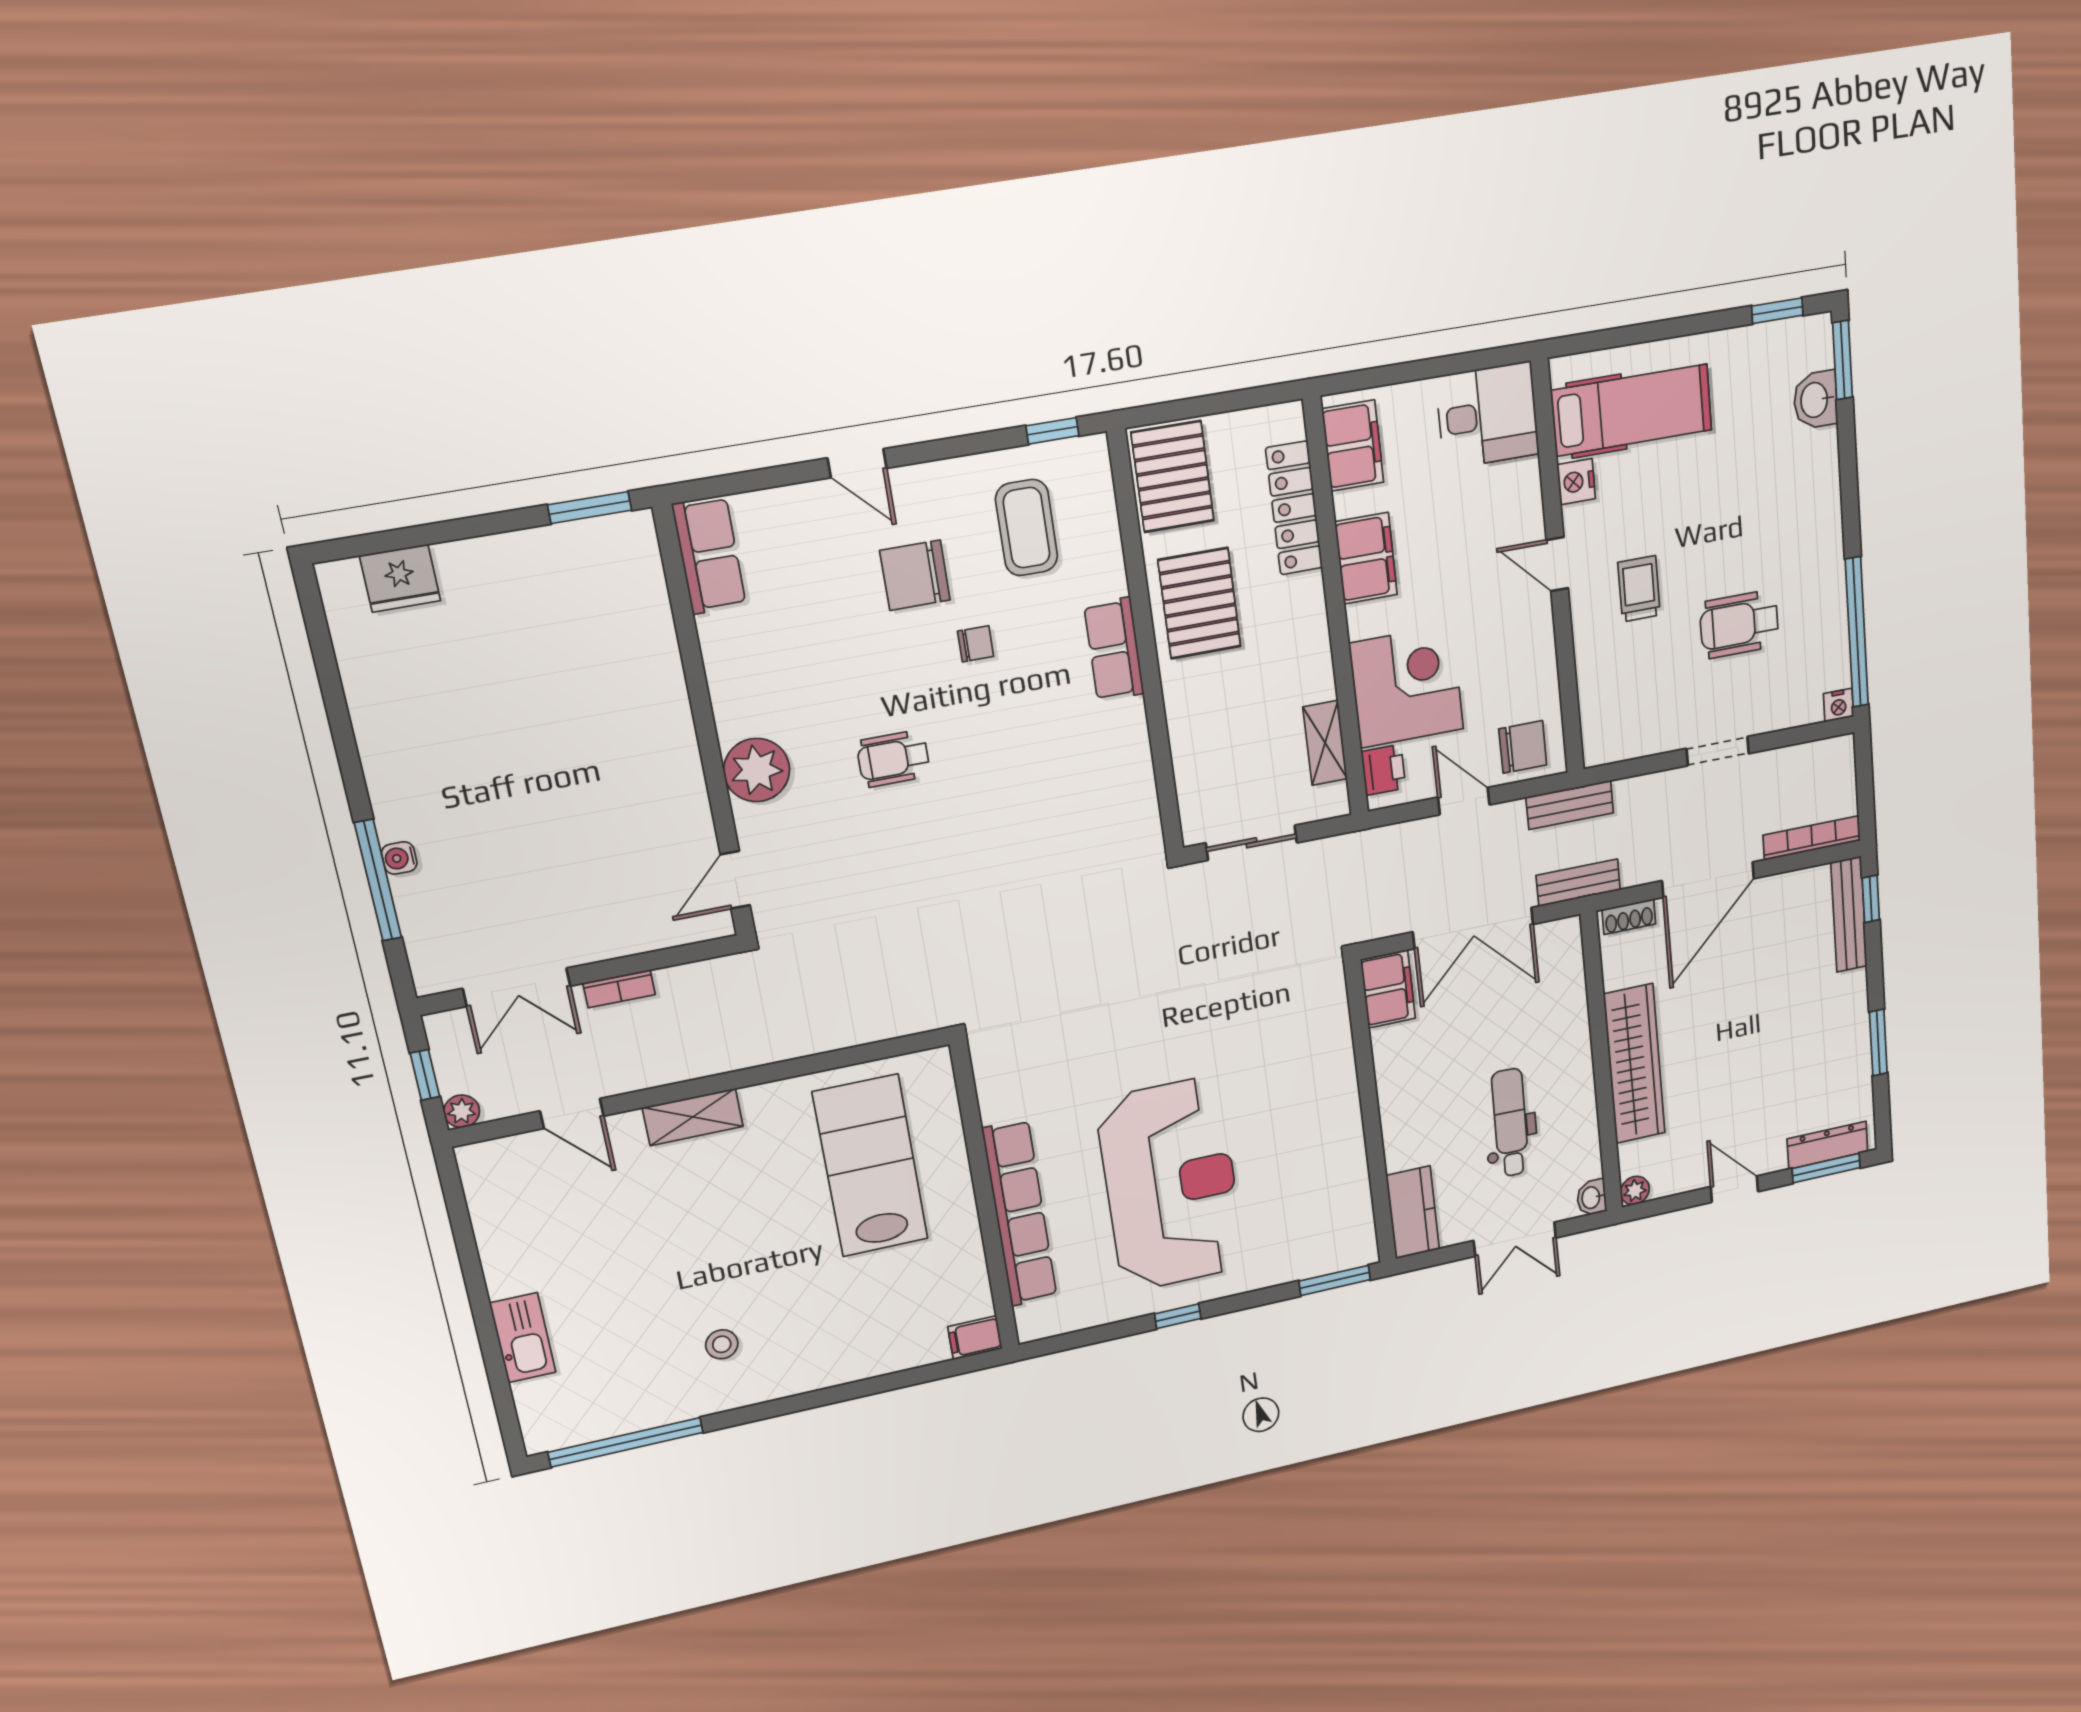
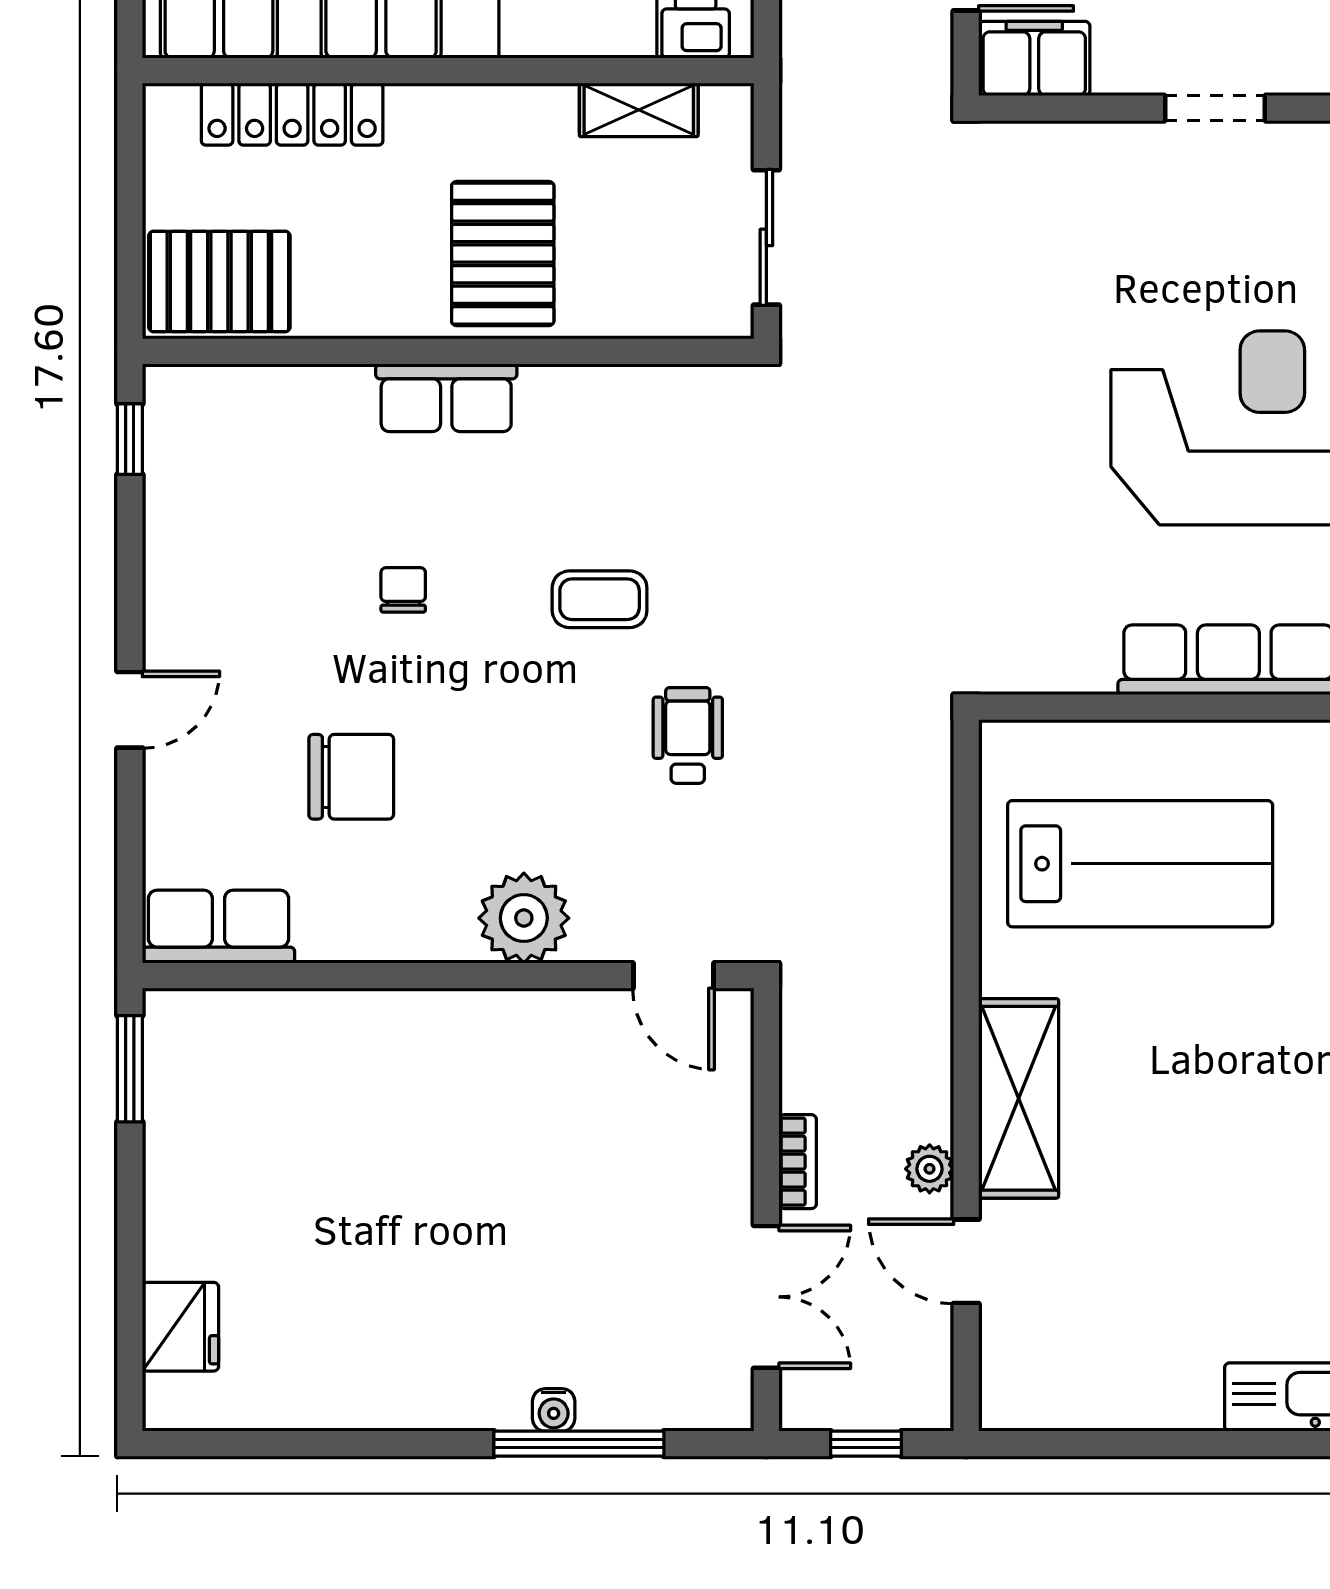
coffee table: (1027, 528) -> (600, 599), moved, width x0.73, depth x0.77
chair: (915, 575) -> (351, 777), moved, turned -90
pallet: (1199, 603) -> (503, 254), moved, turned 90
wheelchair: (893, 759) -> (688, 735), moved, turned 180
doorway: (1370, 1106) -> (1215, 108), added
plant: (462, 1111) -> (930, 1169), moved
door: (572, 1114) -> (966, 1261), swing flipped
shelving: (693, 1117) -> (1019, 1098), width x1.50, depth x1.33
lab bench: (870, 1166) -> (1140, 864), turned 180

